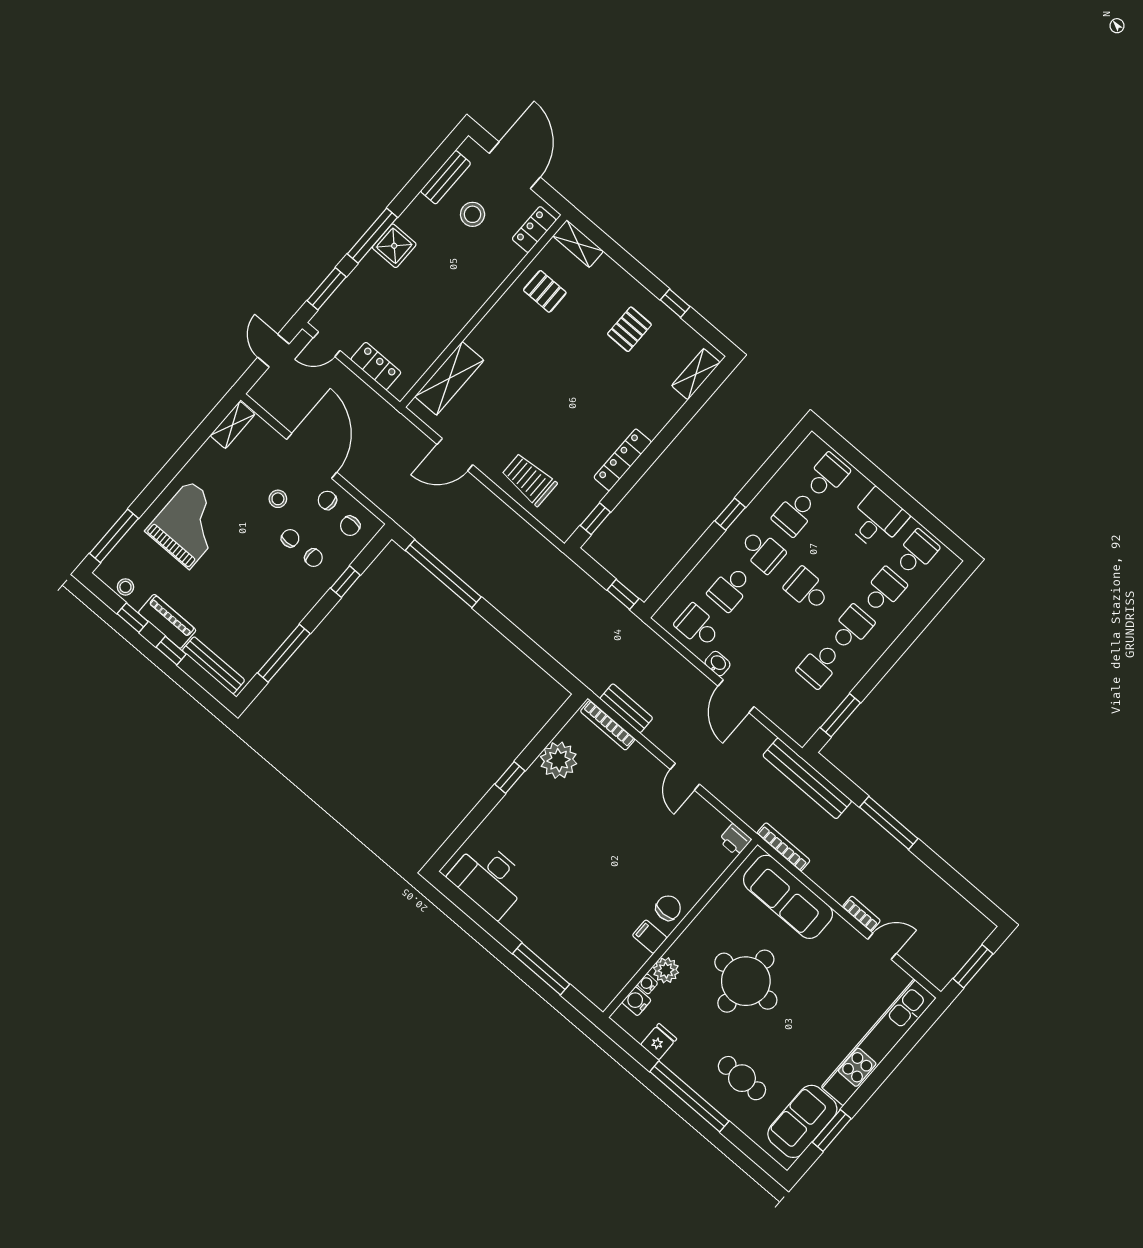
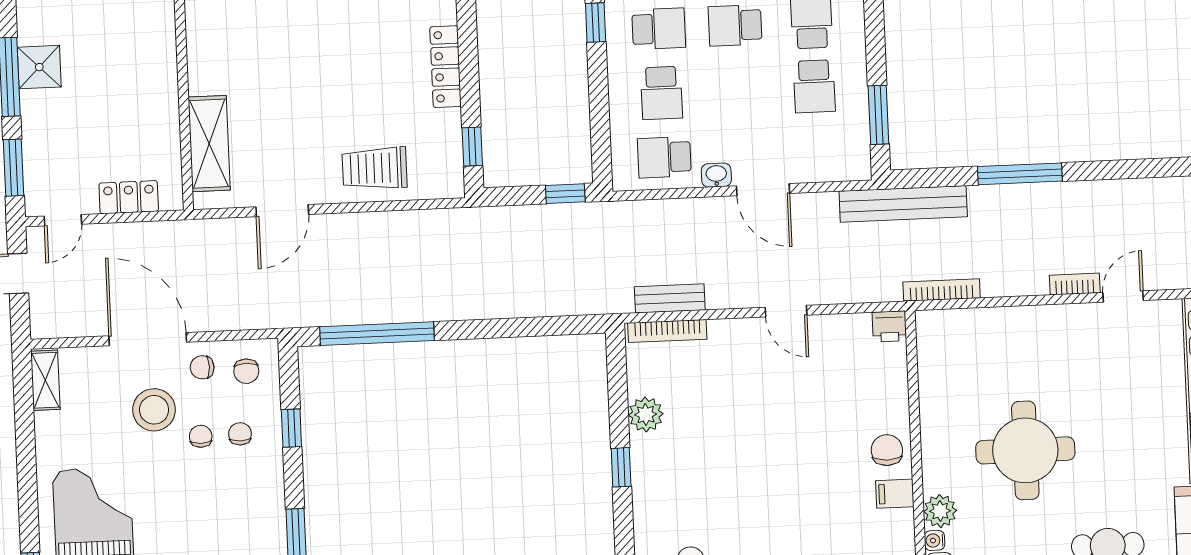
stool: (278, 499) -> (154, 410), width x1.89, depth x1.89
chair: (314, 558) -> (240, 434), turned -90
plant: (559, 760) -> (646, 414), width x0.73, depth x0.73
sofa: (788, 897) -> (990, 333), removed

